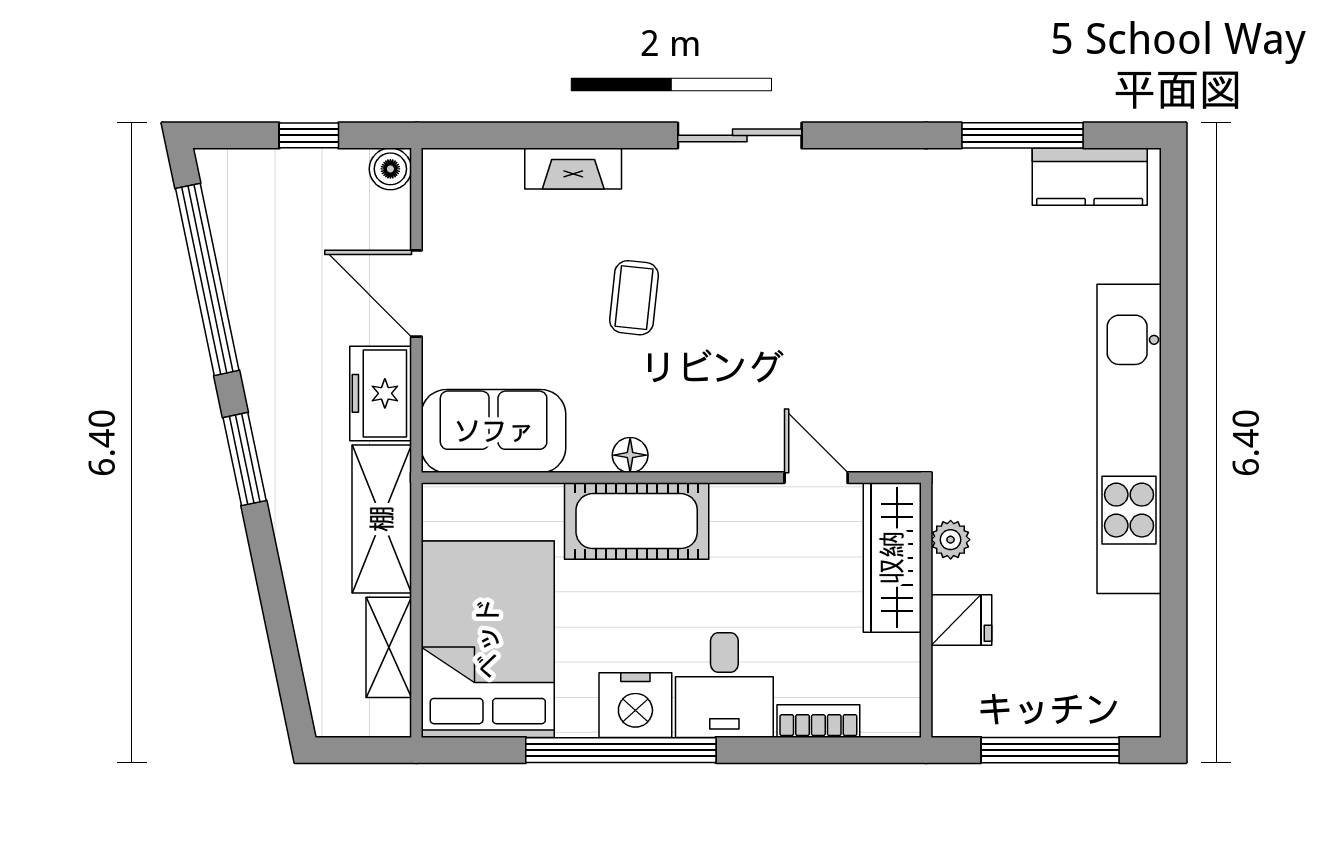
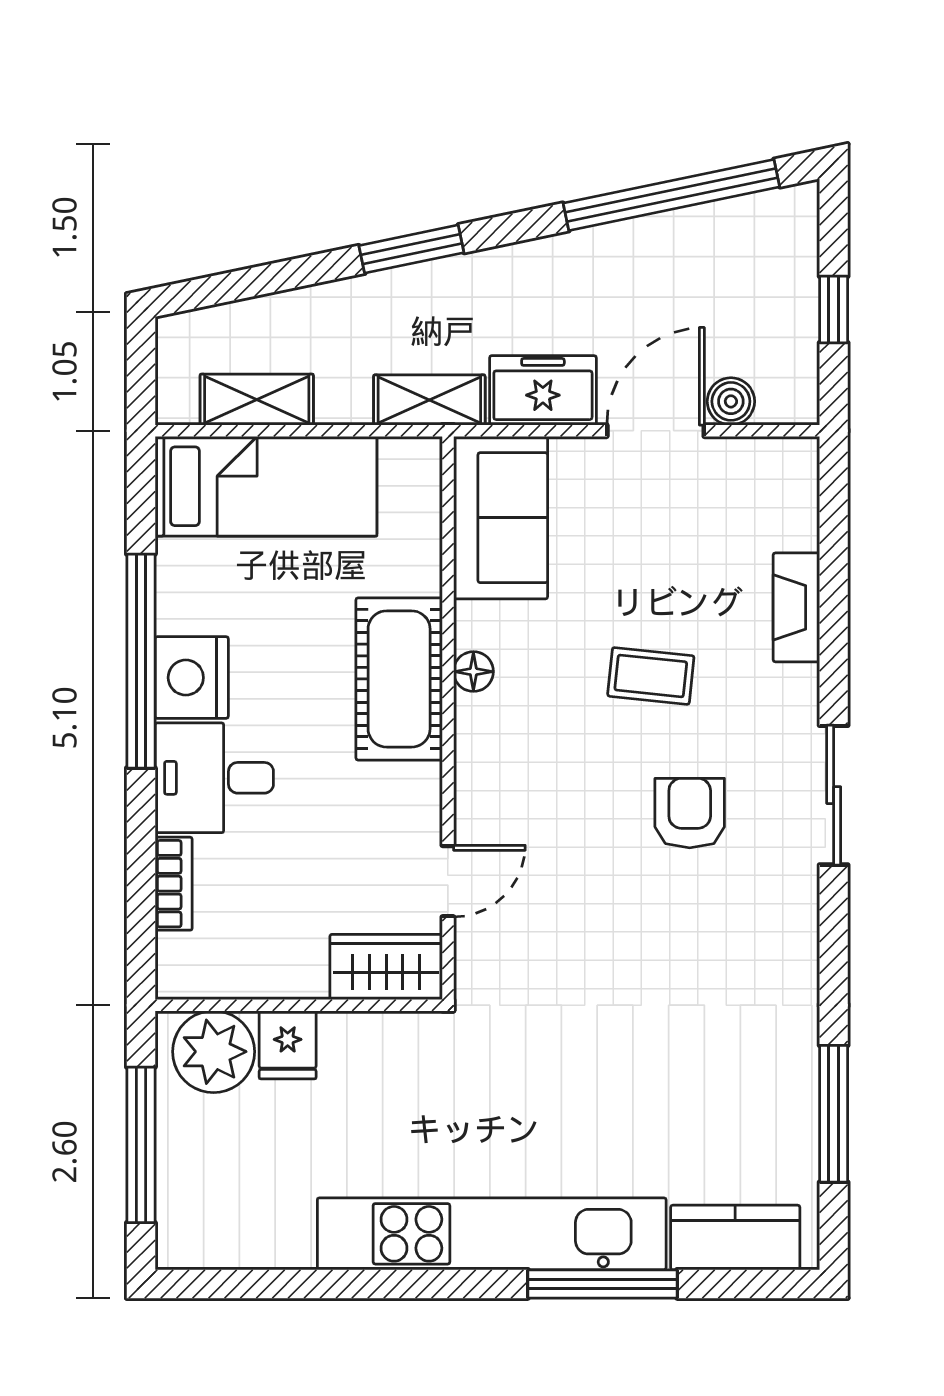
boiler: (390, 169) -> (731, 401), moved
kitchen counter: (1090, 177) -> (735, 1238), moved, turned 90
armchair: (756, 263) -> (690, 813), added
window: (1174, 341) -> (603, 1284), added
window: (245, 459) -> (411, 249), moved
shelving: (382, 519) -> (429, 400), width x0.67, depth x0.75
plant: (951, 540) -> (214, 1052), moved, width x1.88, depth x1.88
wardrobe: (892, 558) -> (386, 967), width x0.67
bed: (488, 639) -> (266, 486), width x0.67

